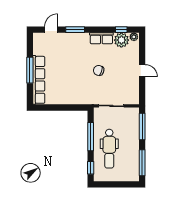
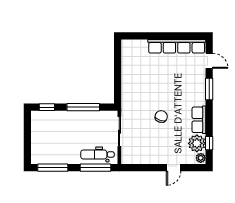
window: (30, 70) -> (161, 36), removed
door: (142, 71) -> (174, 168), moved
row of seats: (39, 80) -> (177, 46), moved
dental chair: (109, 149) -> (97, 154), moved, width x0.73, depth x0.72

